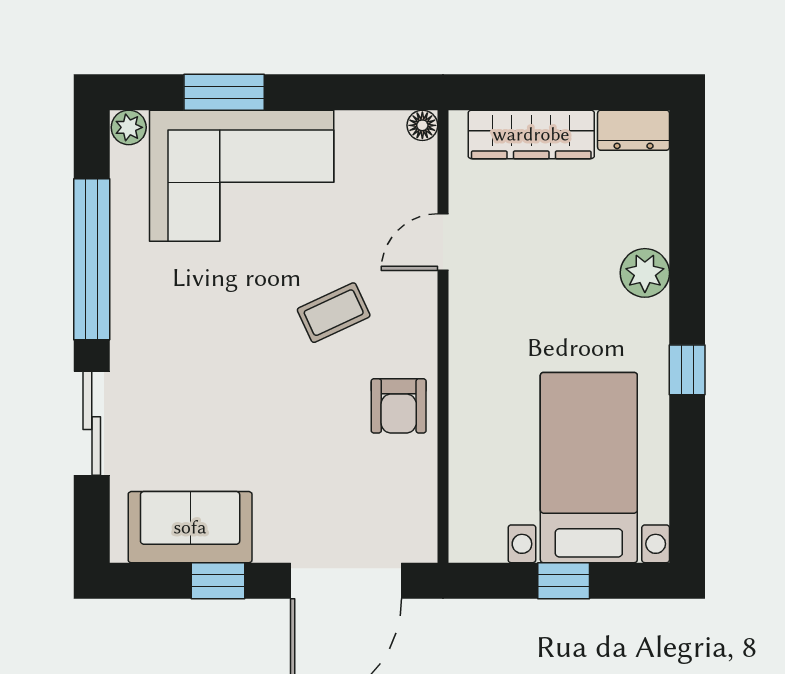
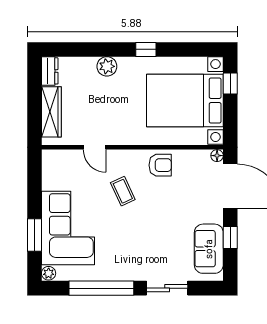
floor lamp: (422, 125) -> (217, 156), moved
bed with nightstands: (589, 468) -> (185, 101), width x1.36
window: (564, 581) -> (230, 83), moved

